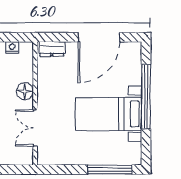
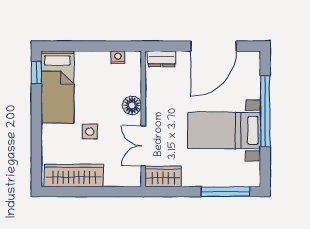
wardrobe: (53, 156) -> (163, 176), added

